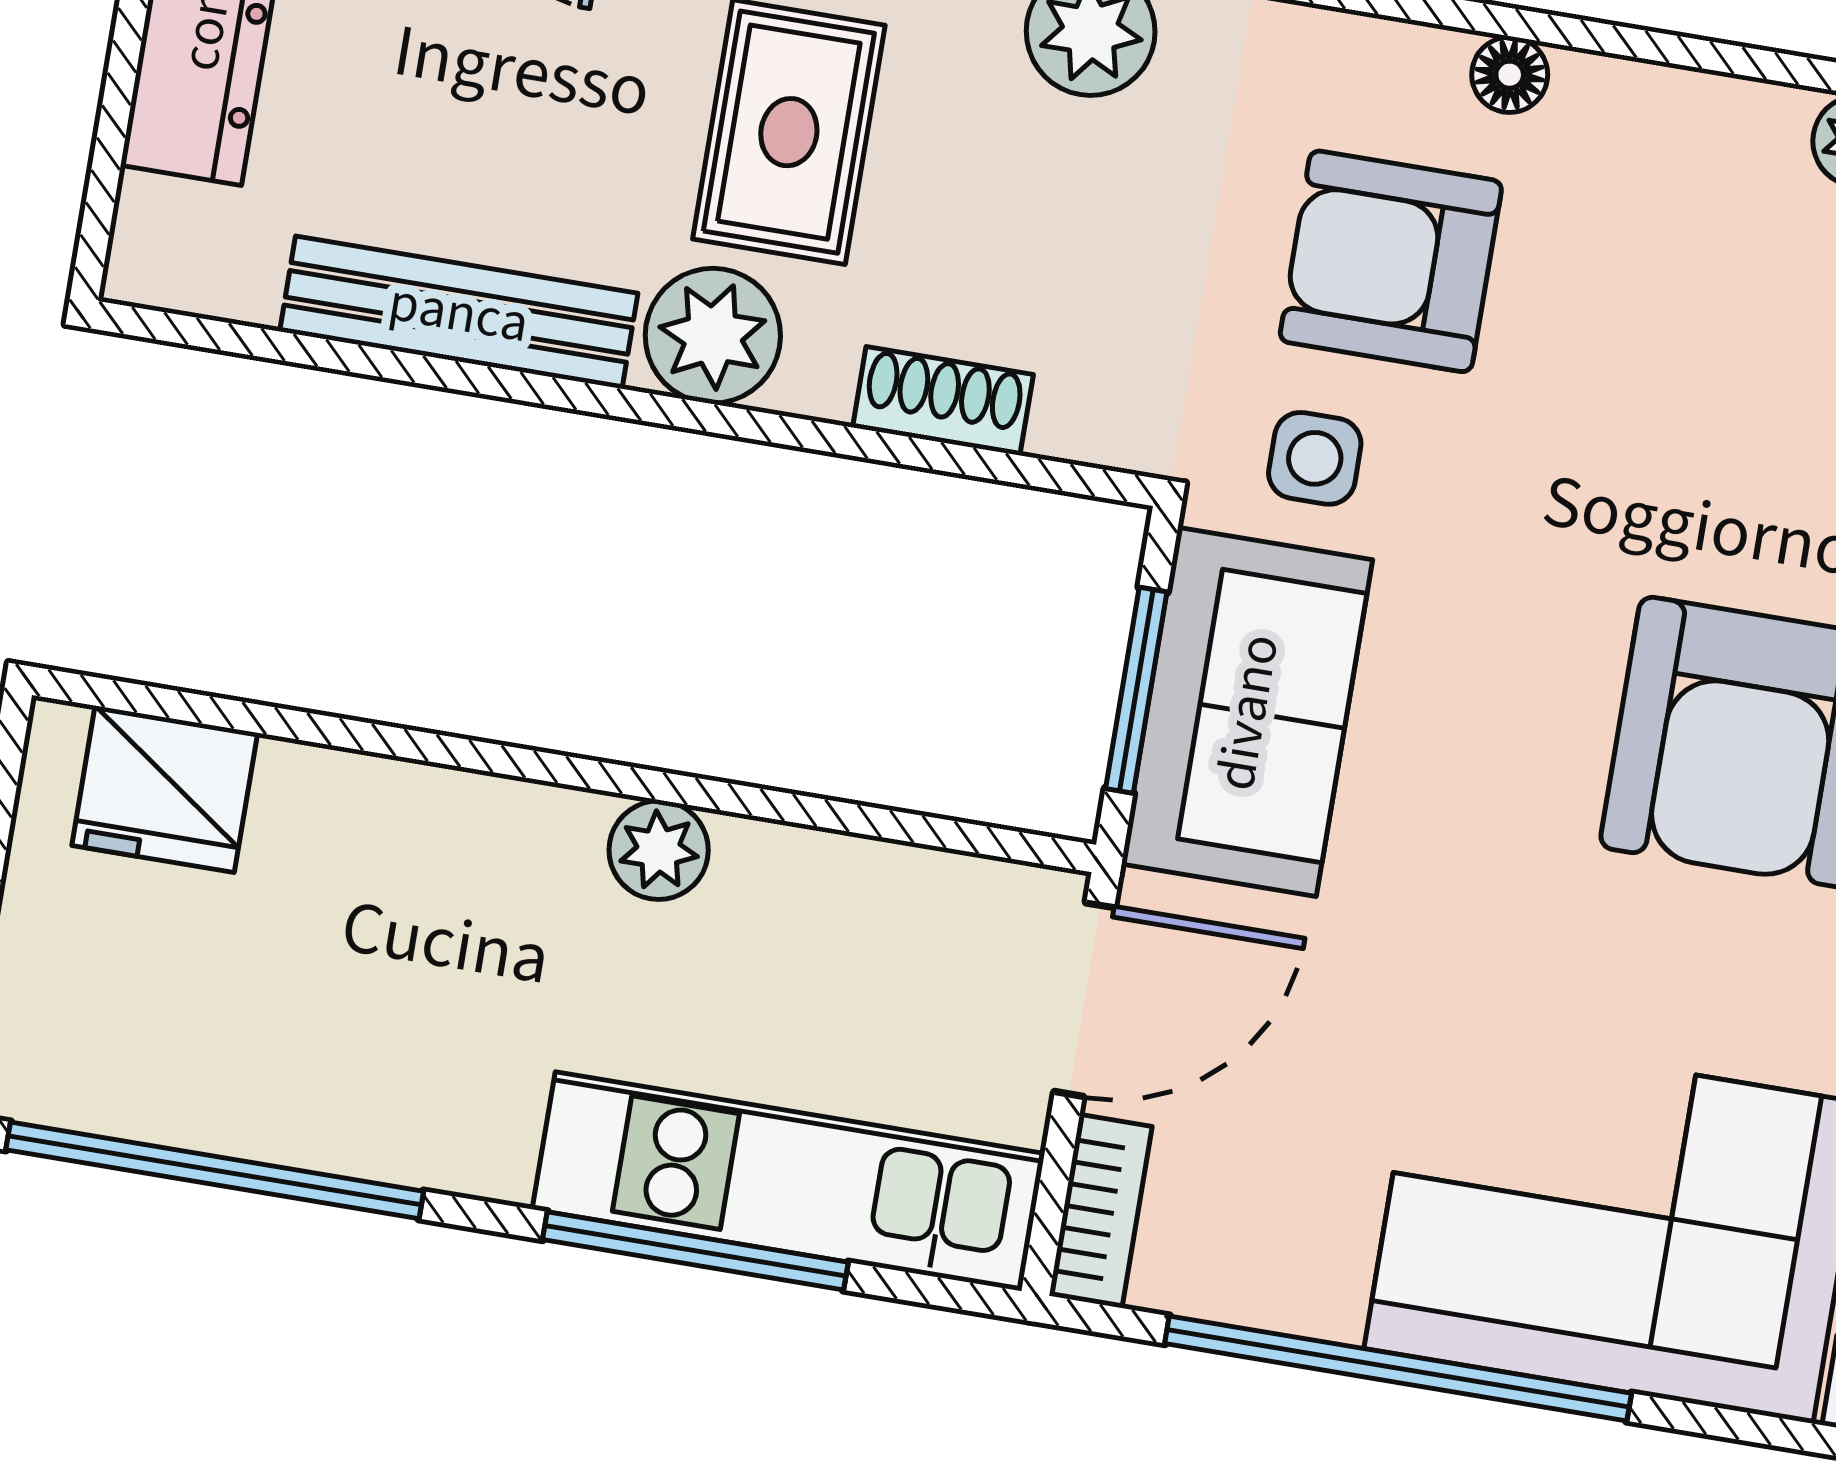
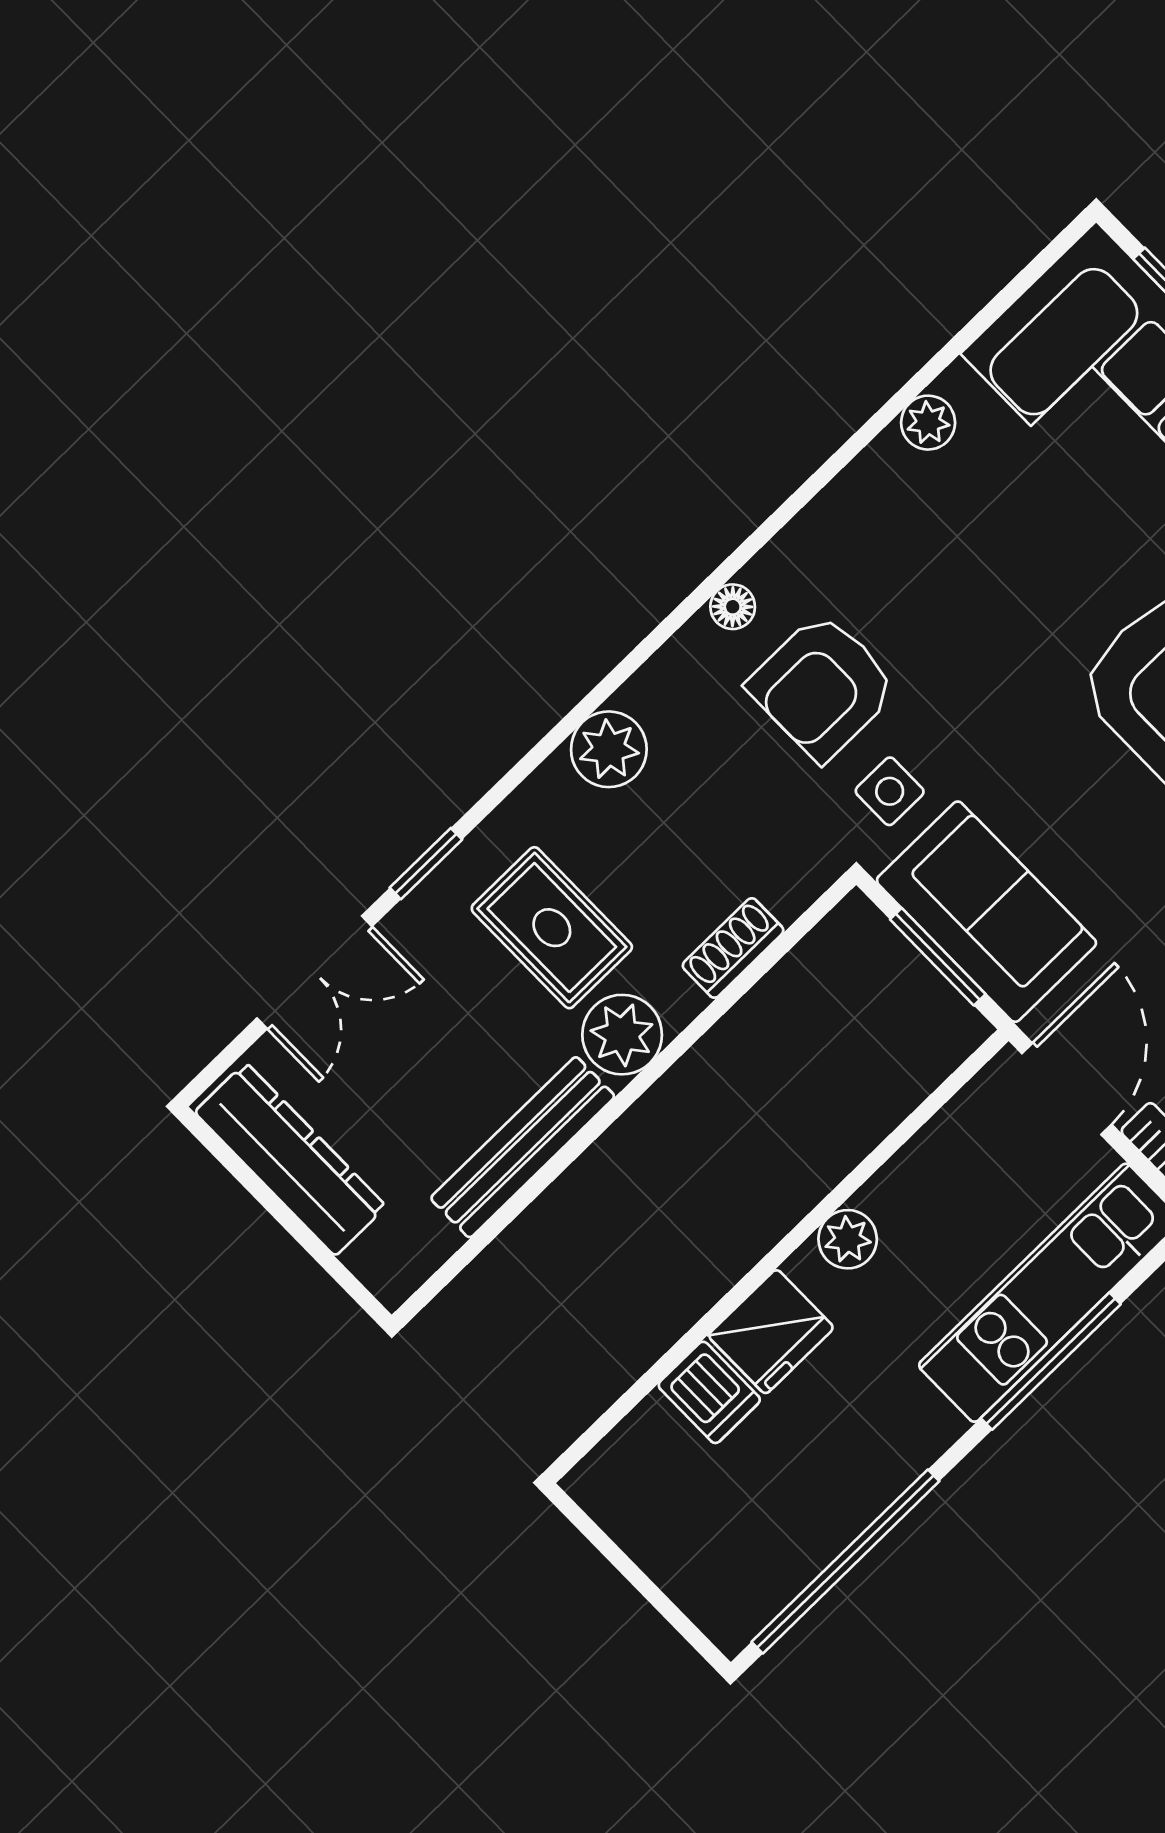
floor lamp: (1510, 75) -> (733, 607), moved
fridge: (165, 789) -> (771, 1332), moved
dishwasher: (310, 814) -> (709, 1392), added

